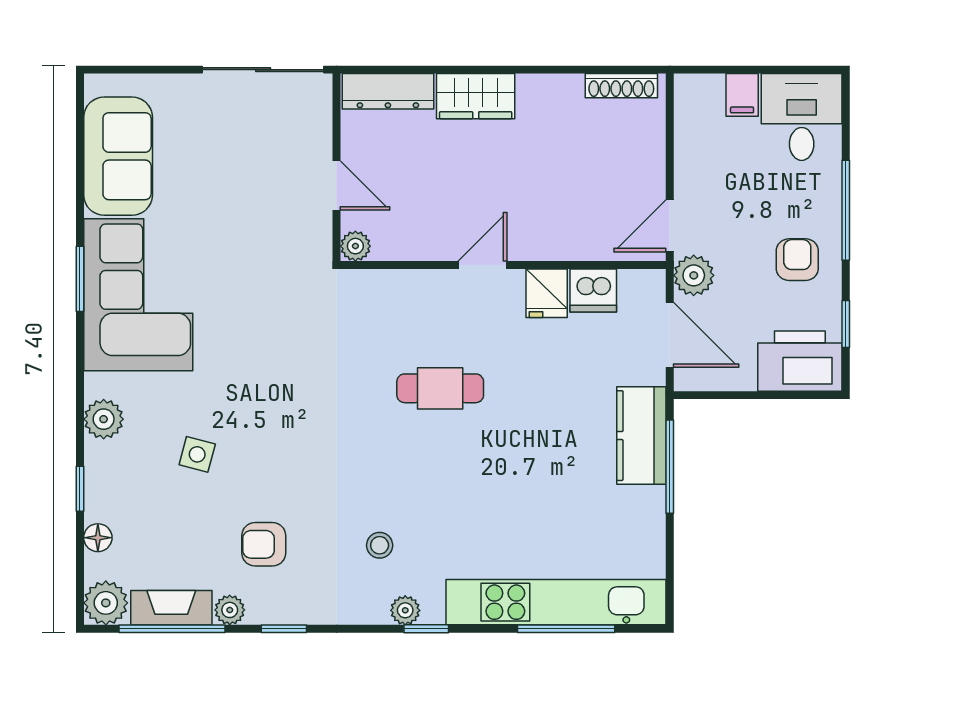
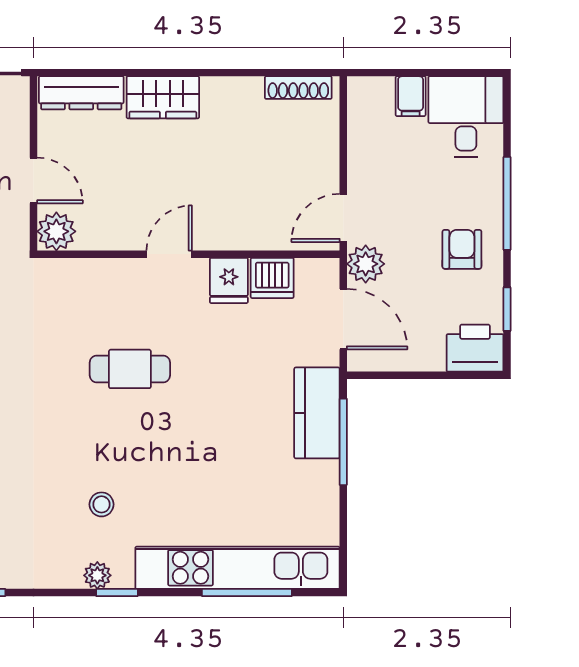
plant: (355, 246) -> (56, 231), width x1.38, depth x1.38
printer: (800, 361) -> (475, 348), width x0.73, depth x0.84
stool: (380, 545) -> (101, 504), moved

